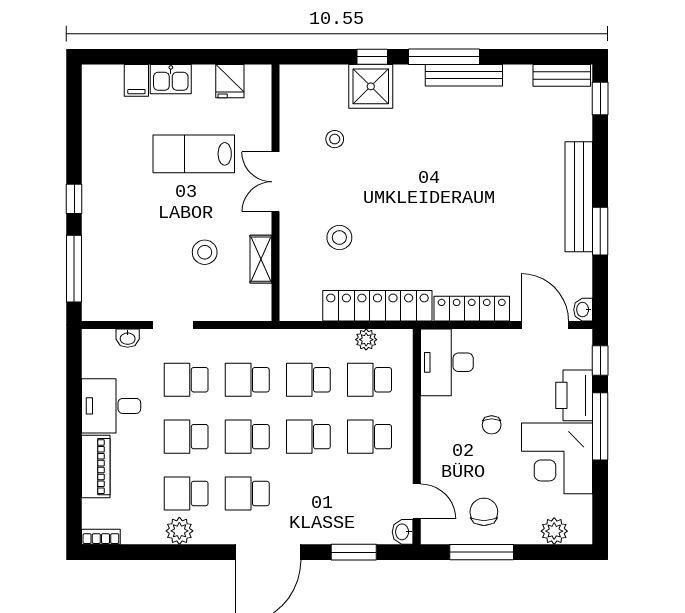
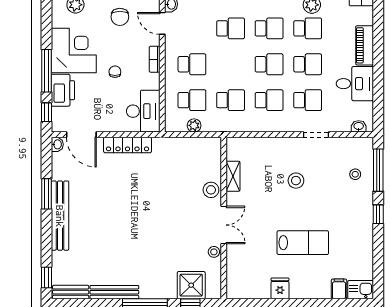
bench: (464, 75) -> (114, 292), moved
kitchen sink: (171, 79) -> (361, 290), moved
double door: (276, 182) -> (224, 225), moved
wall: (276, 193) -> (224, 218), moved
shelving: (261, 259) -> (233, 176), moved
stool: (111, 262) -> (355, 174), added
locker: (377, 306) -> (187, 147), removed
washbasin: (128, 338) -> (359, 126), moved
school desk: (308, 437) -> (231, 28), moved
bookcase: (429, 445) -> (155, 59), added

